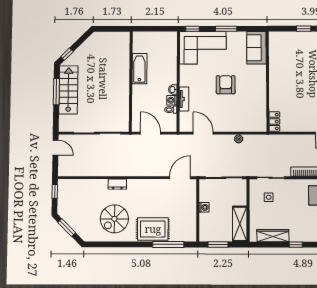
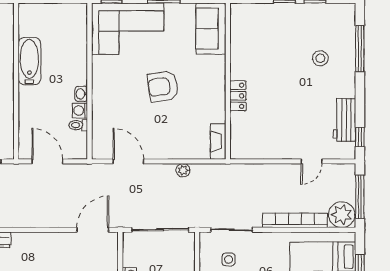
armchair: (226, 85) -> (163, 86), turned -99
tv unit: (184, 99) -> (99, 109), removed
fireplace: (261, 120) -> (218, 142), added
locker: (274, 121) -> (238, 96), moved

